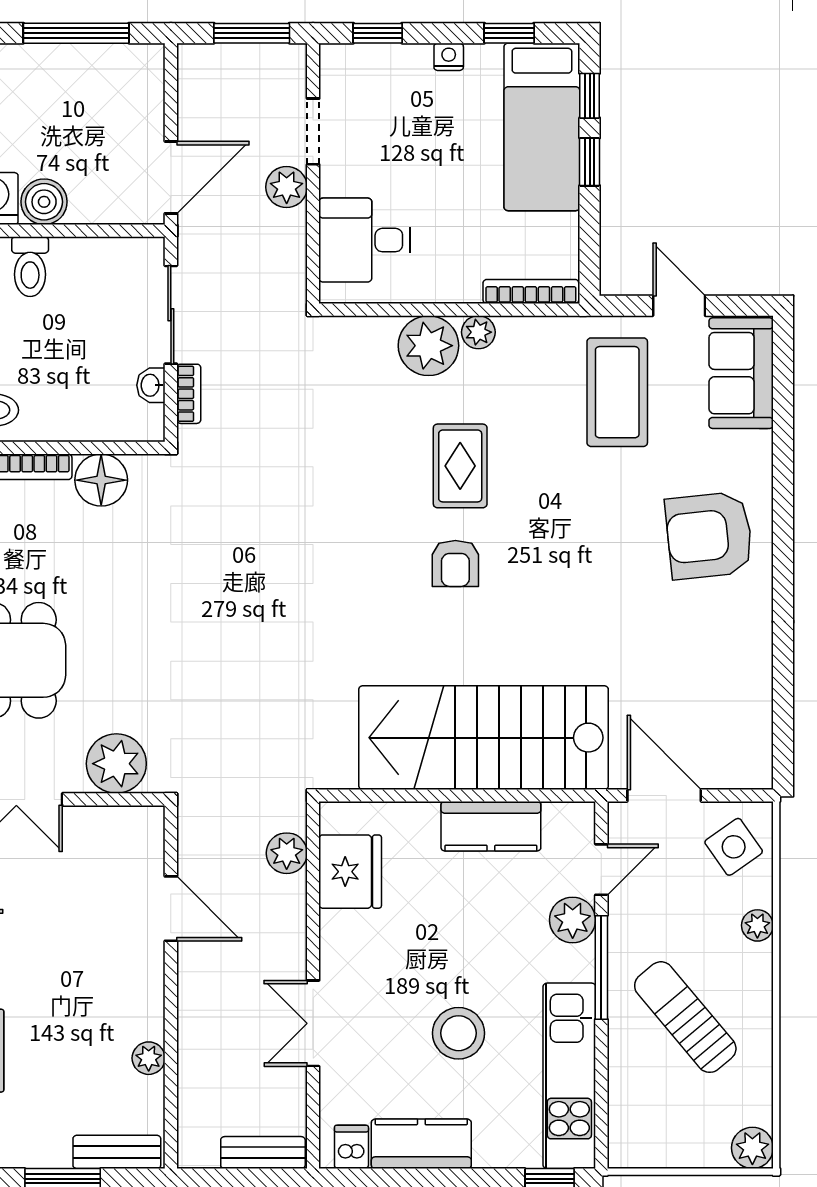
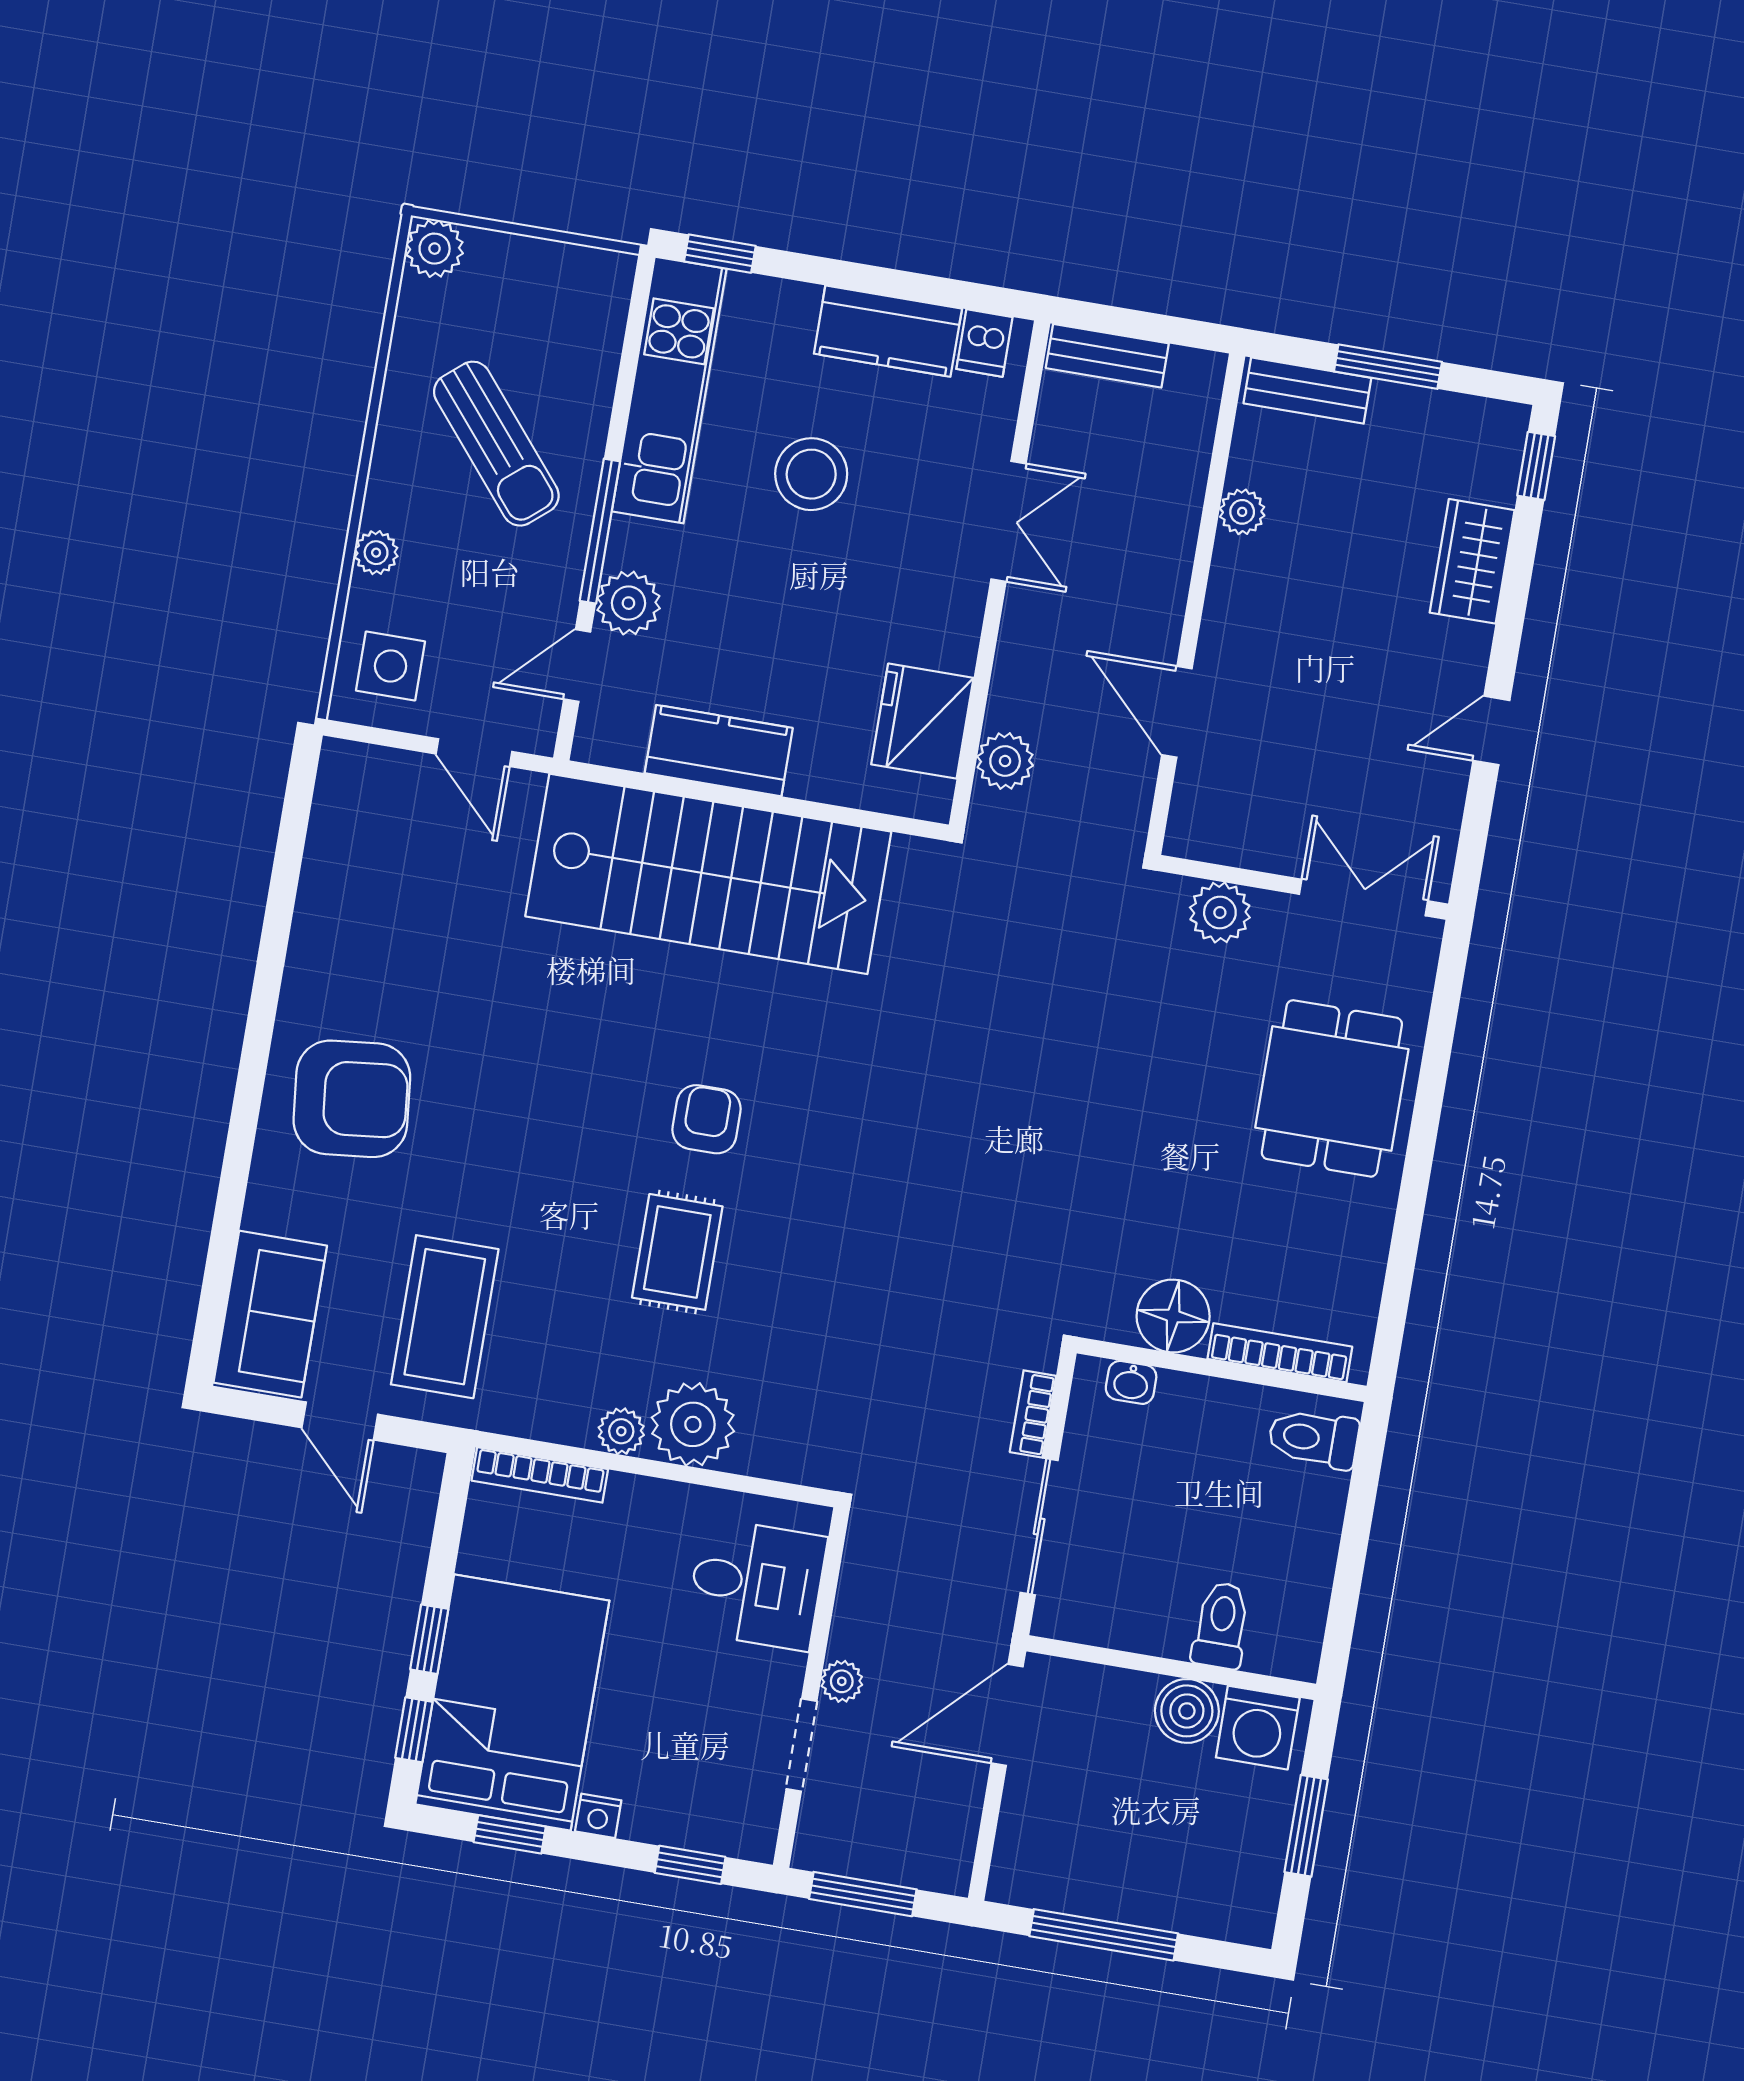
bed: (542, 127) -> (512, 1703), width x1.50
plant: (287, 187) -> (842, 1681), width x0.73, depth x0.73
washbasin: (151, 385) -> (1131, 1382), moved, turned 90
plant: (116, 764) -> (1220, 913), width x0.73, depth x0.73
door: (664, 795) -> (474, 753), width x0.73
side table: (734, 847) -> (391, 666), turned 35

